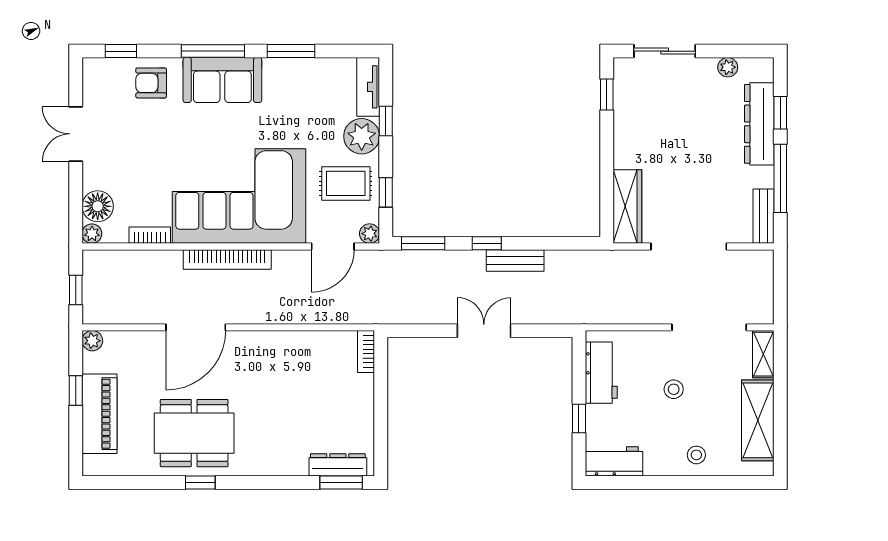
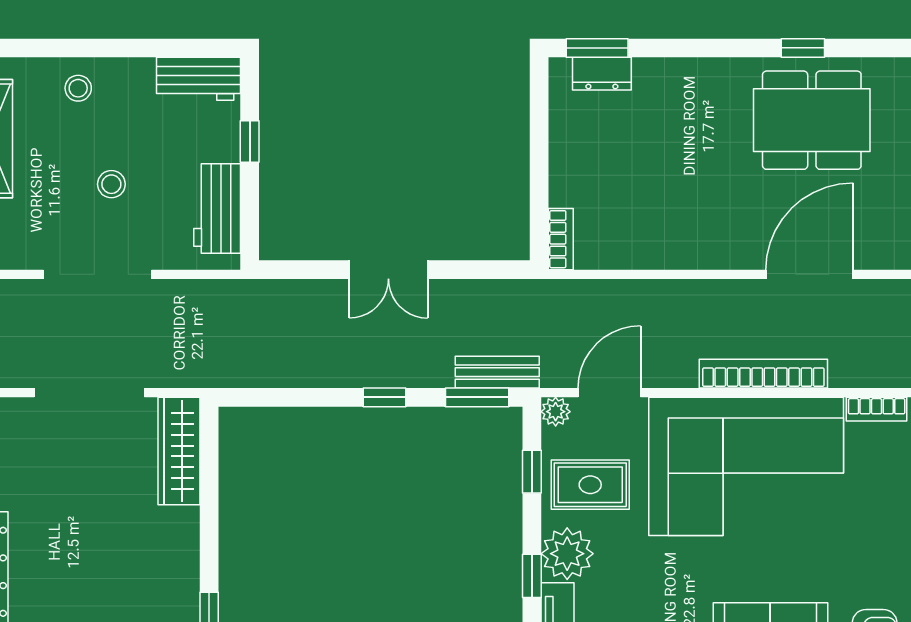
bench: (515, 261) -> (497, 372), moved
doorway: (709, 327) -> (98, 274), moved
dresser: (338, 465) -> (602, 74), width x0.70

